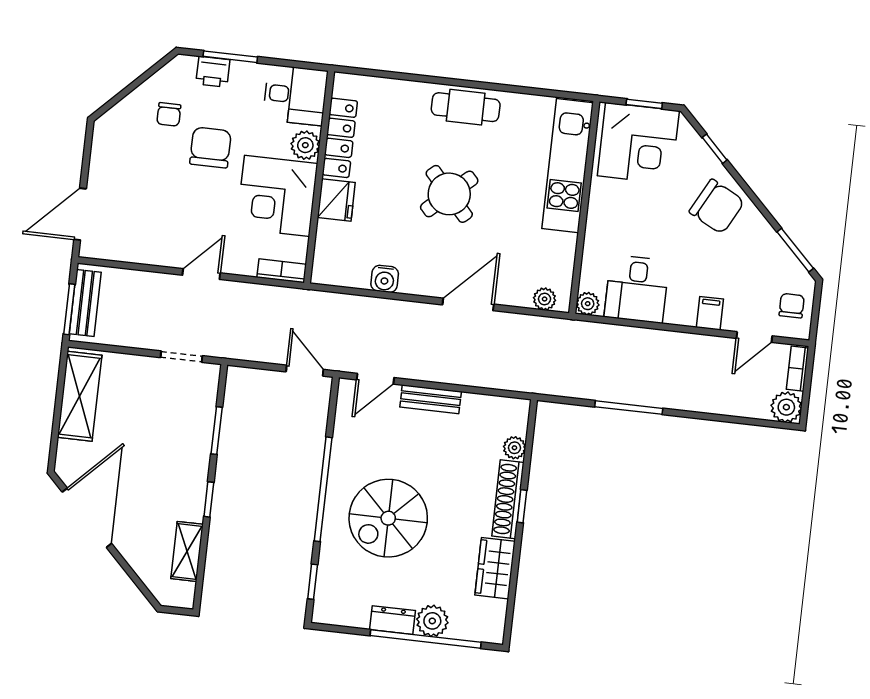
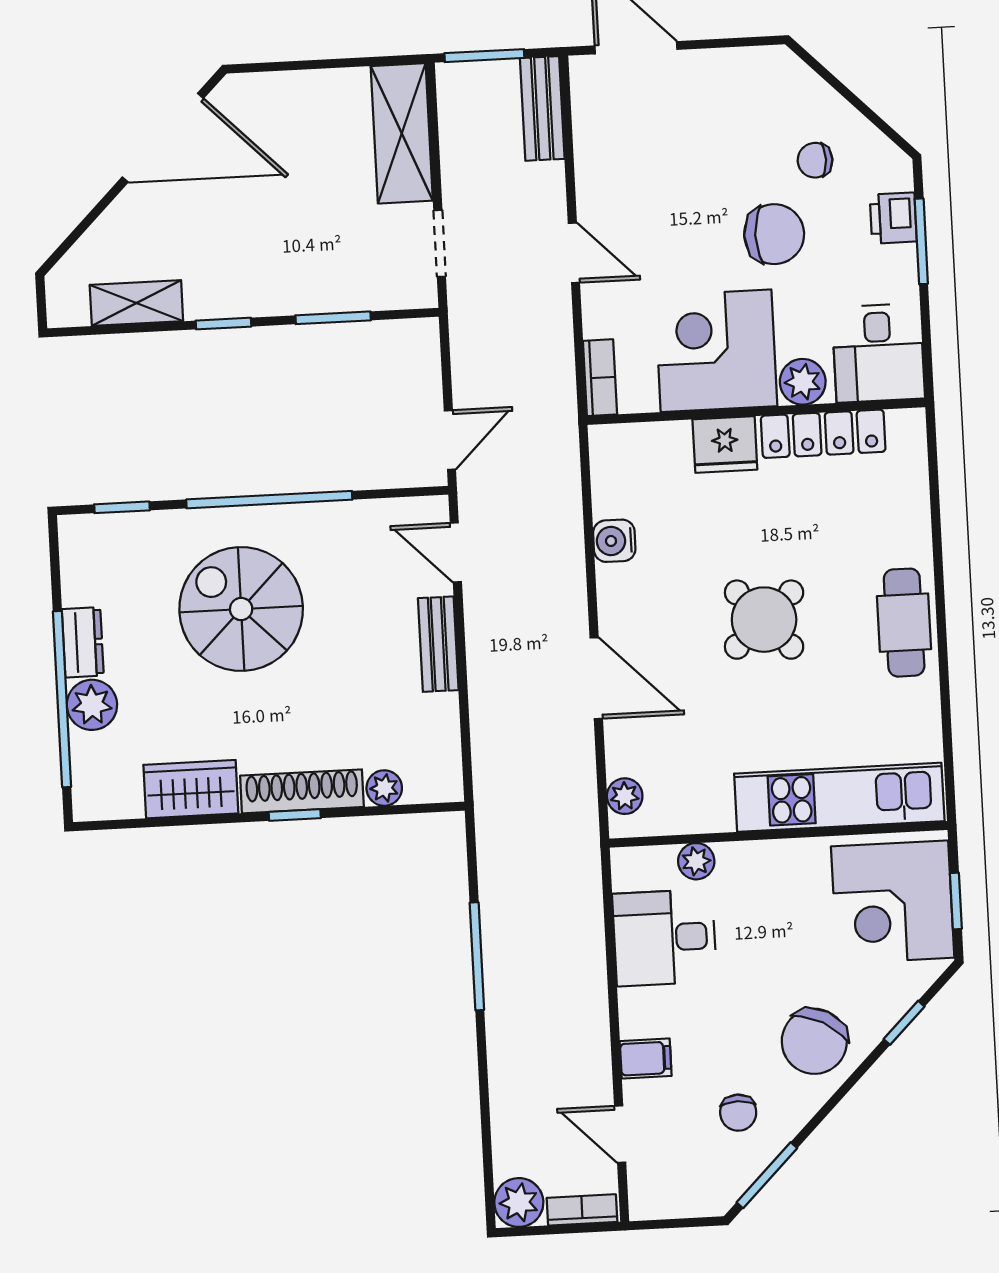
bench: (85, 303) -> (542, 108), moved, turned 90
plant: (588, 304) -> (696, 861), moved
chair: (792, 306) -> (738, 1113), moved, turned 90
shelving: (80, 396) -> (402, 133), moved, turned 90

